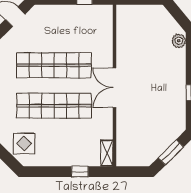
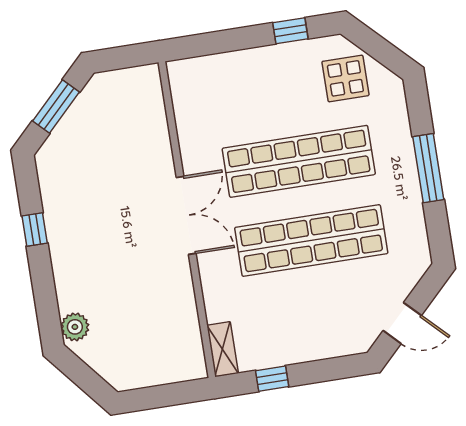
shelving: (107, 153) -> (223, 349), moved
window: (80, 172) -> (290, 31), moved

